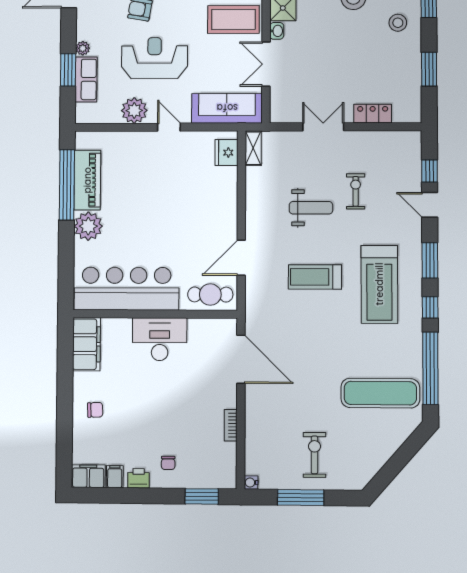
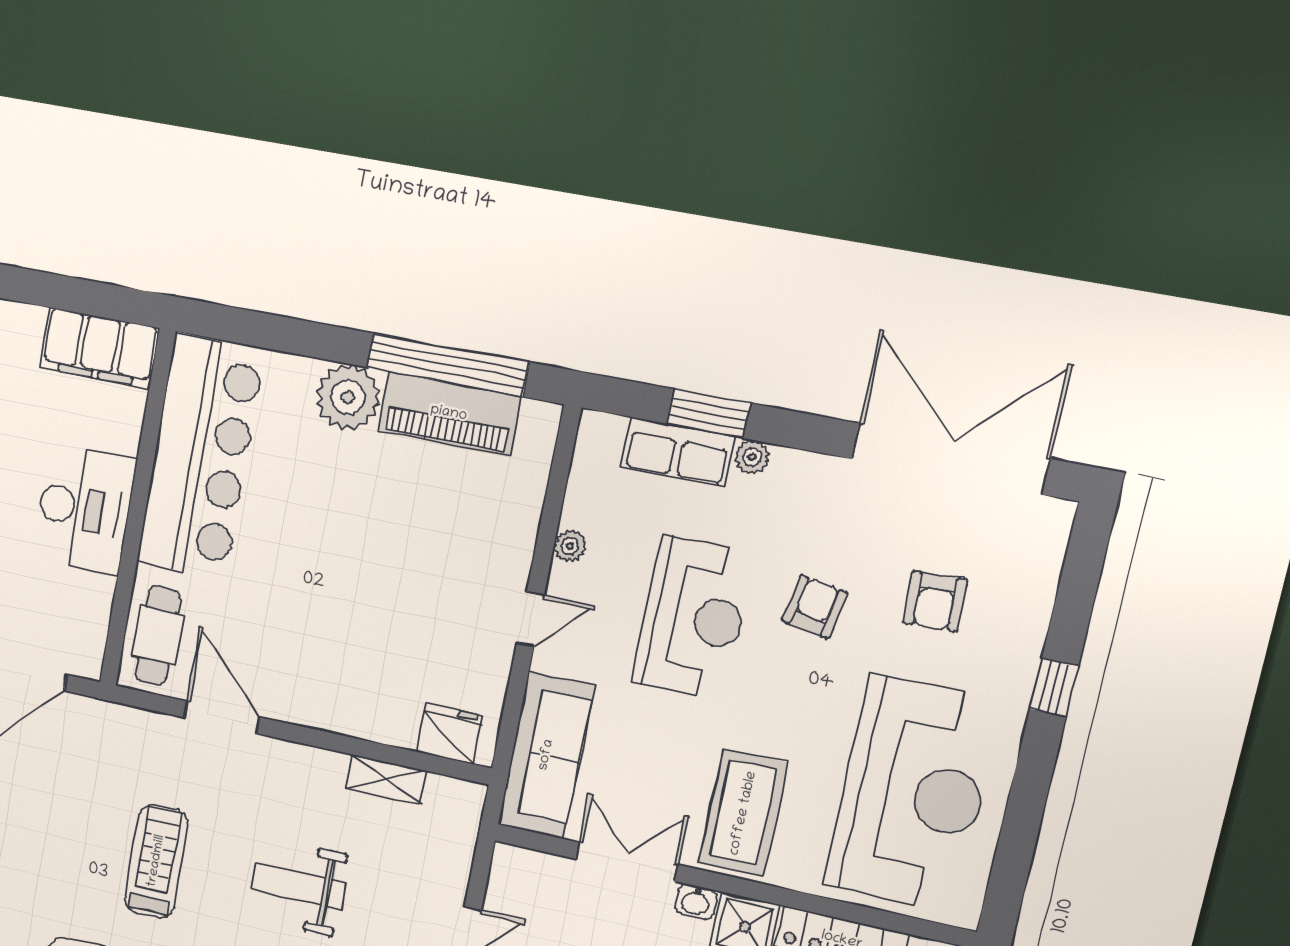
plant: (134, 111) -> (570, 546), width x0.53, depth x0.53
shelving: (253, 148) -> (386, 779), moved
weight bench: (311, 208) -> (299, 886), turned 90

